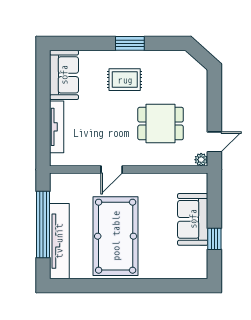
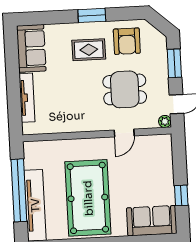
armchair: (165, 73) -> (127, 41), added
window: (214, 99) -> (174, 63), added
door: (112, 170) -> (124, 133), moved
sofa: (193, 219) -> (152, 221), moved, turned 90

